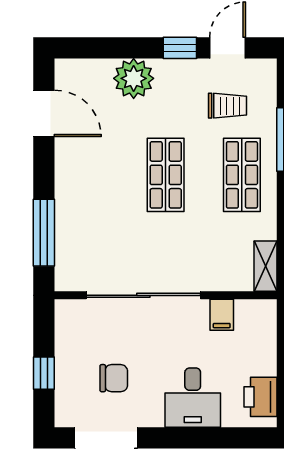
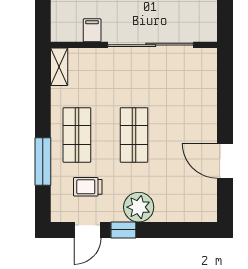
plant: (134, 78) -> (139, 207), moved
door: (44, 113) -> (225, 161), moved
window: (44, 233) -> (225, 92), removed

